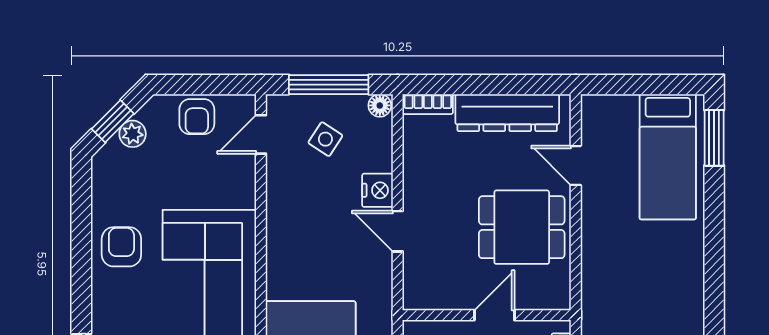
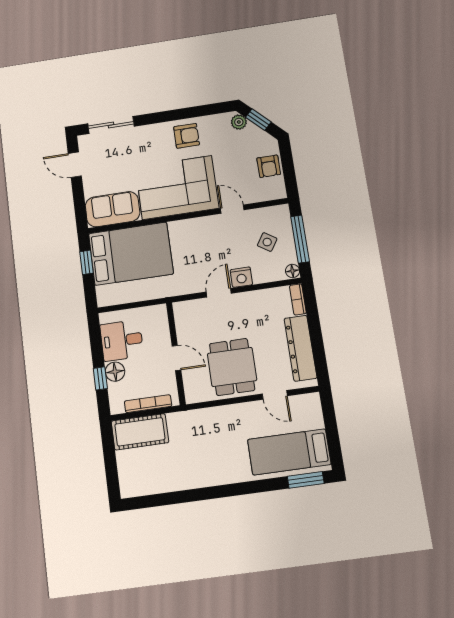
armchair: (197, 117) -> (269, 166), turned -90
plant: (133, 134) -> (239, 122), moved
door: (261, 134) -> (232, 209), moved
door: (576, 165) -> (275, 395), swing flipped

